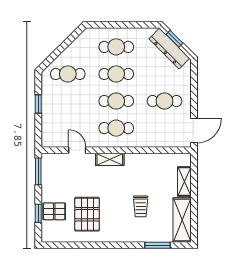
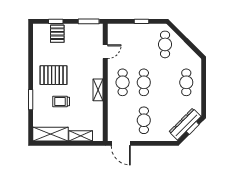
cafe table: (116, 74) -> (165, 82), removed
shelving: (110, 159) -> (98, 90), moved
pallet: (87, 214) -> (54, 75), moved
window: (158, 245) -> (31, 100), moved

